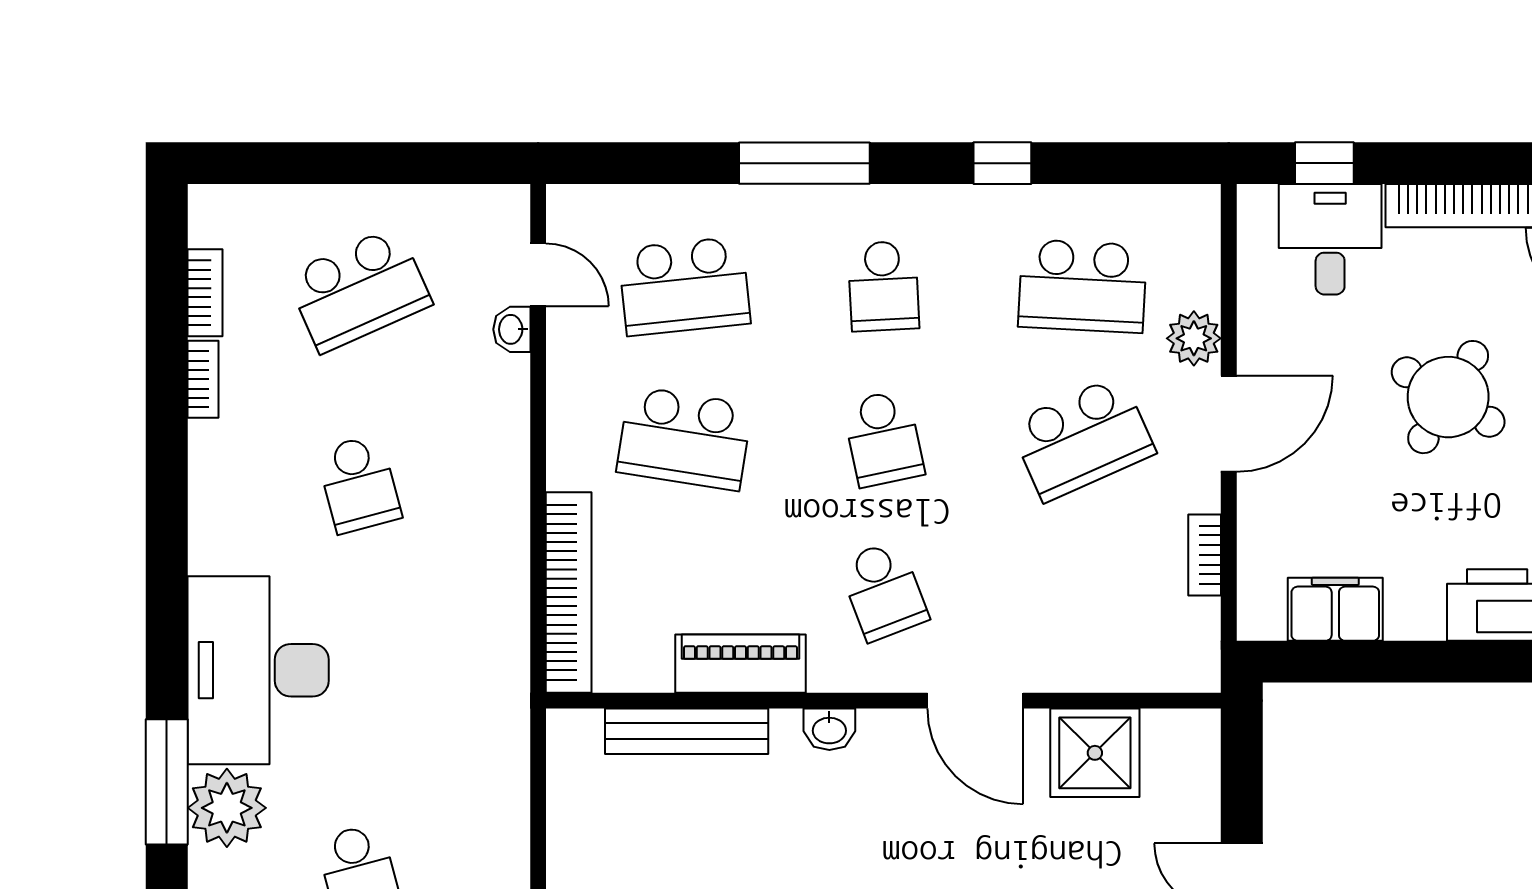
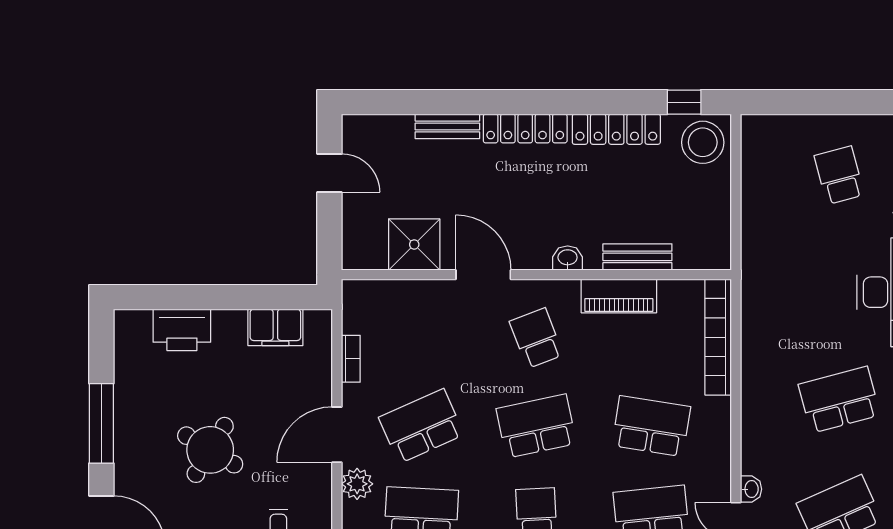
school desk: (883, 438) -> (536, 426), width x1.85
school desk: (359, 484) -> (839, 400), width x1.85
bench: (687, 731) -> (637, 257), width x0.73

